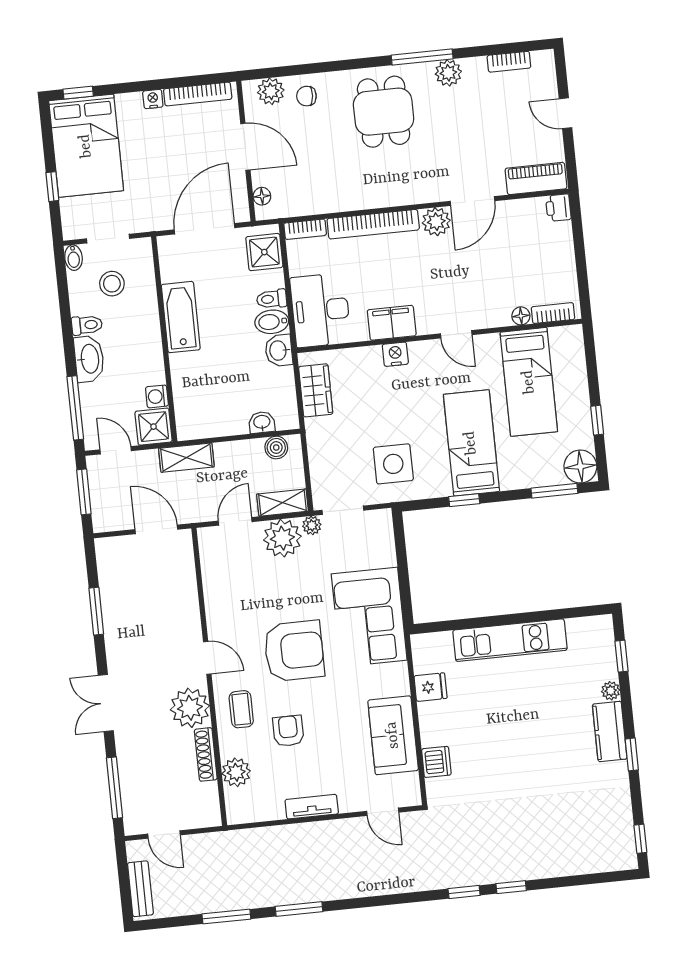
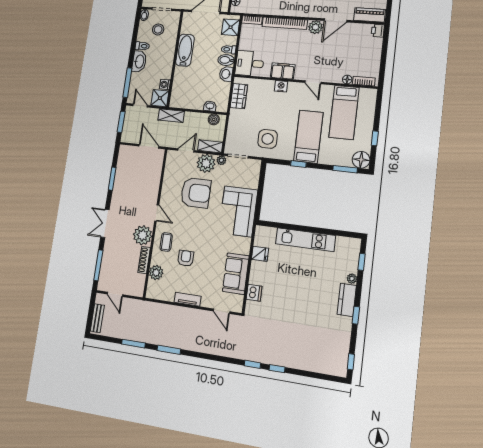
desk: (320, 310) -> (250, 63), width x0.73
armchair: (294, 651) -> (196, 193), moved

